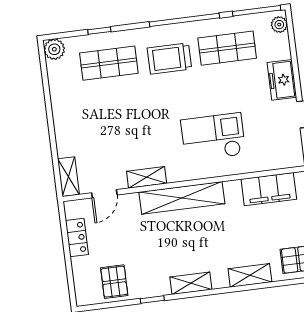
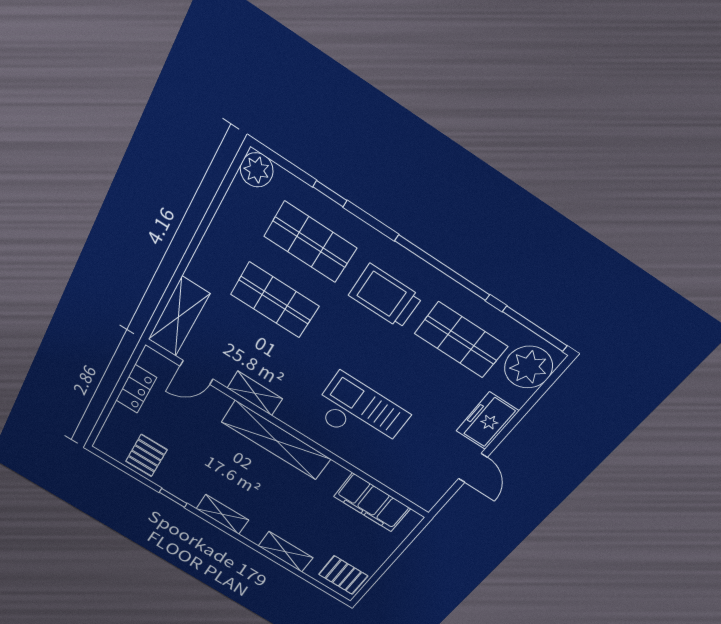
plant: (279, 25) -> (528, 367), width x1.88, depth x1.88
shop shelf: (115, 111) -> (275, 300), added
shelving: (68, 177) -> (178, 317), width x1.50, depth x1.33

